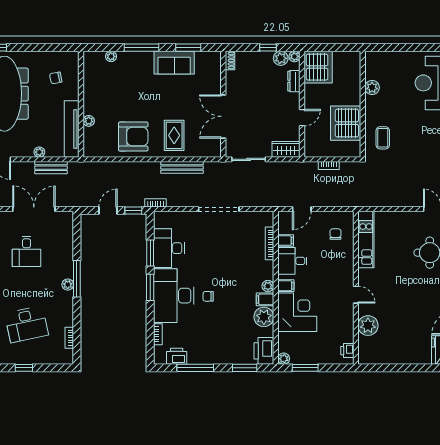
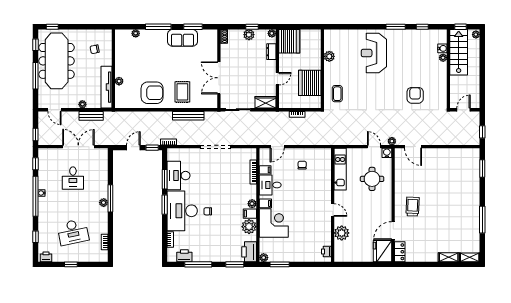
plant: (281, 58) -> (249, 35), moved
kitchen unit: (366, 240) -> (340, 169), moved
wall: (356, 288) -> (333, 205), moved
door: (356, 295) -> (333, 210), moved
plant: (368, 326) -> (342, 233), moved
printer: (347, 351) -> (326, 252), moved

